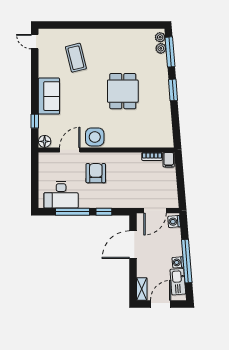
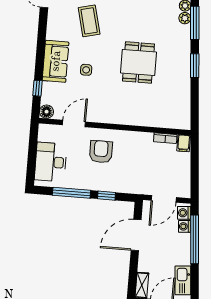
side table: (95, 137) -> (86, 70), moved, width x0.54, depth x0.54
desk: (61, 195) -> (51, 162), moved, turned 90
window: (187, 261) -> (195, 239), moved
washing machine: (178, 262) -> (185, 226), moved

